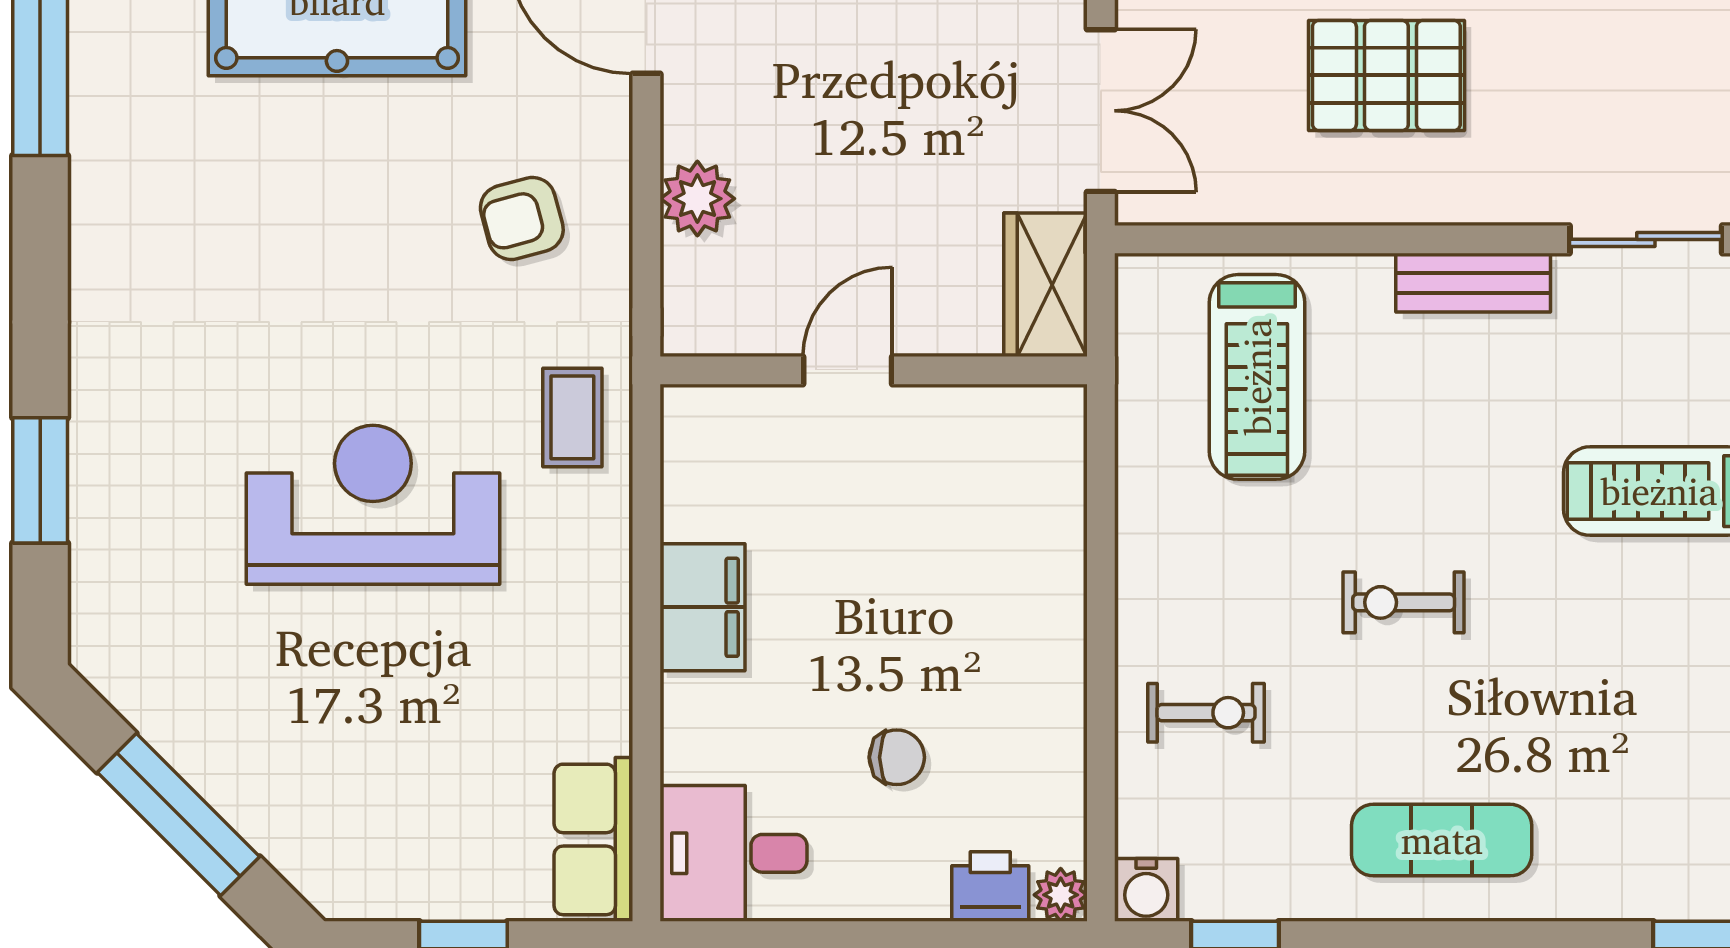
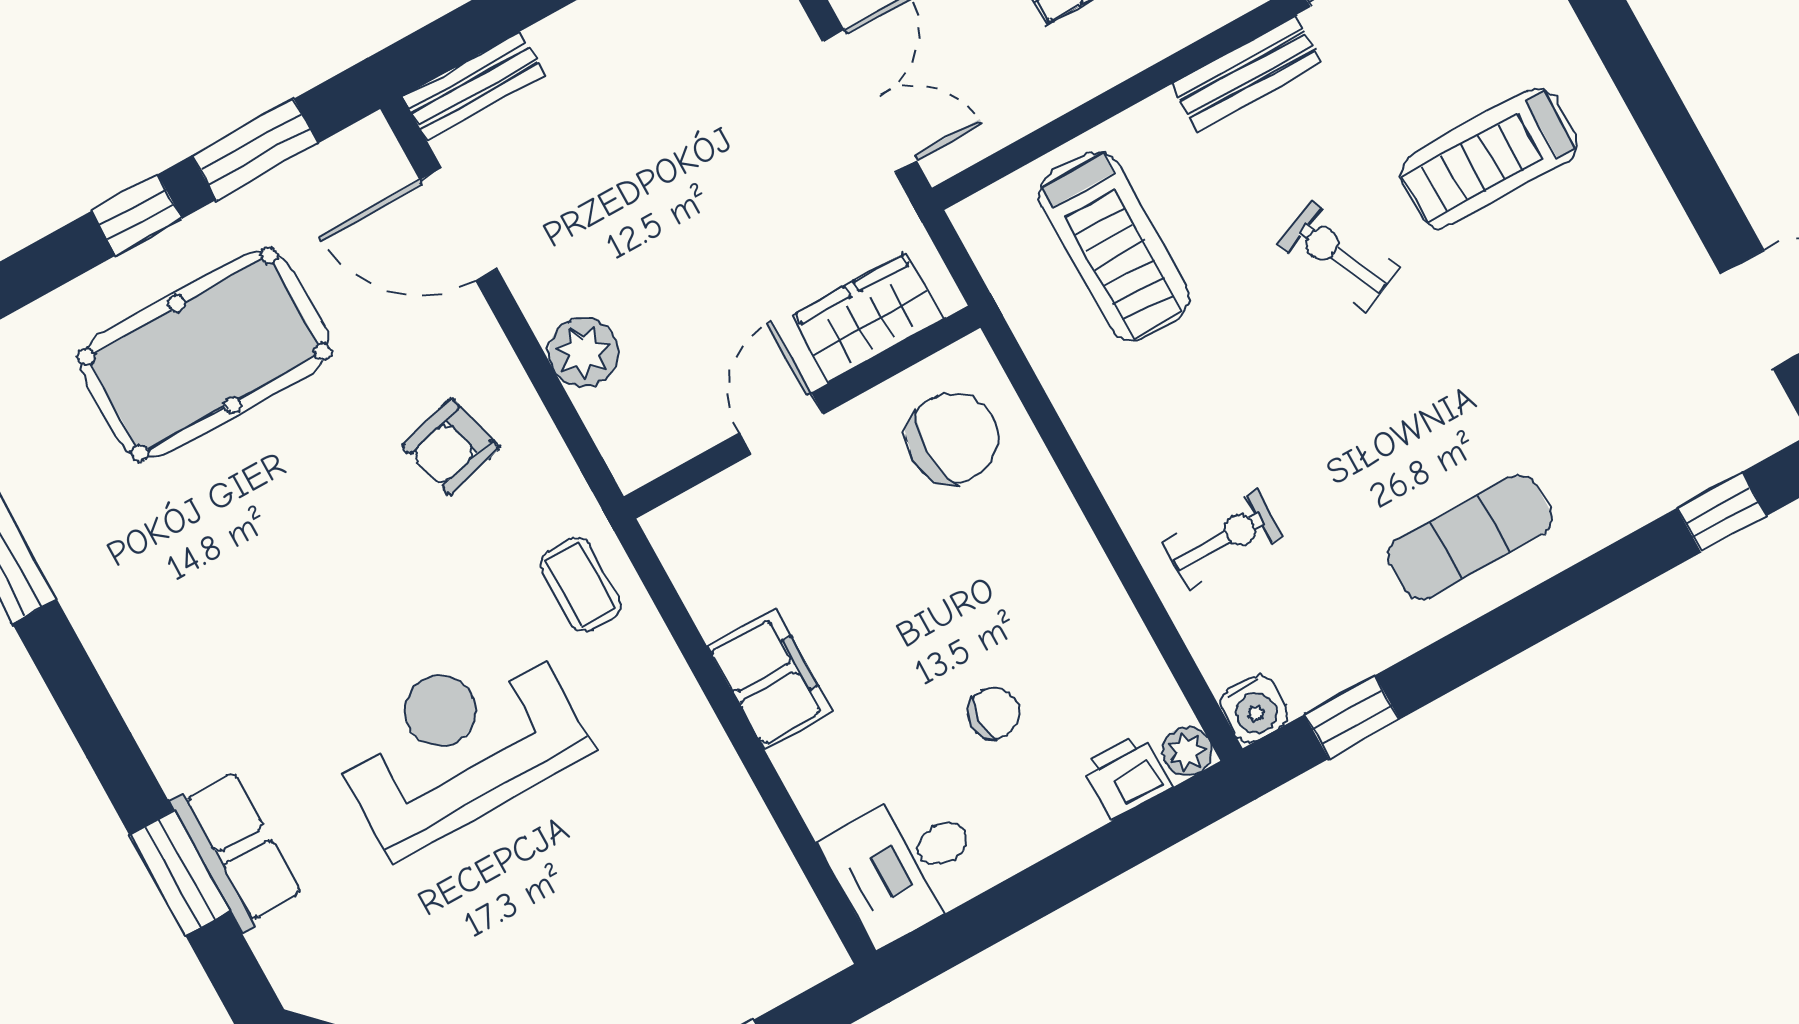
wardrobe: (1045, 285) -> (868, 317), moved, turned 90
chair: (1003, 474) -> (953, 438), added
exercise bike: (1404, 602) -> (1338, 256), moved, turned 66
row of seats: (593, 839) -> (237, 850), moved, turned 180

